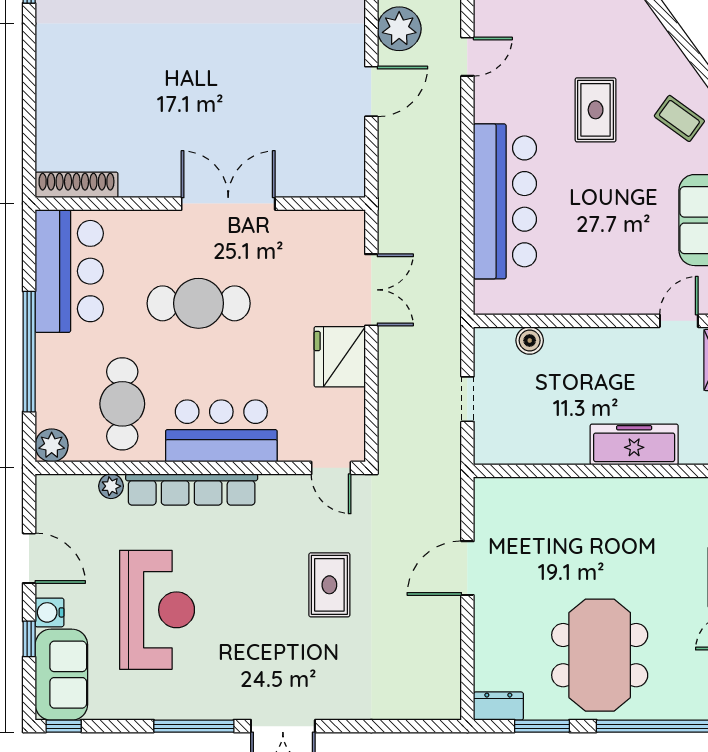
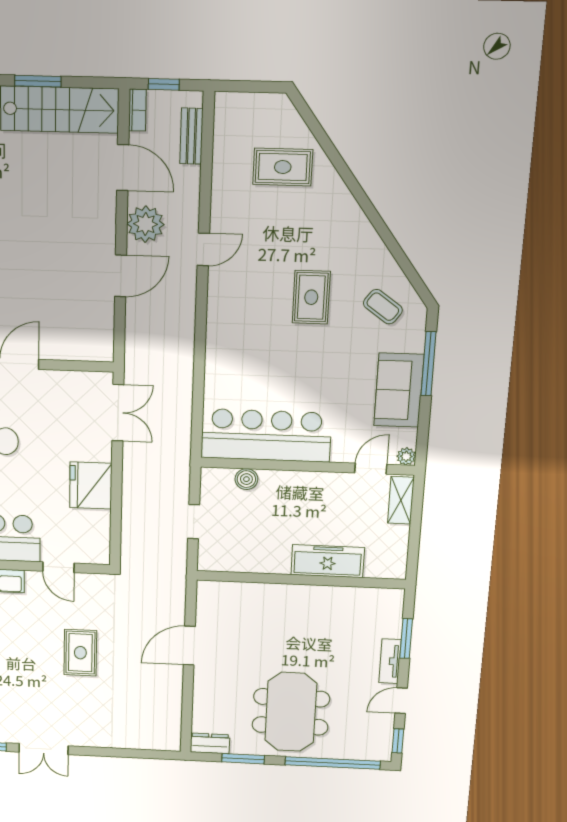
bar counter: (505, 201) -> (266, 435), moved, turned -90
double door: (371, 290) -> (118, 413), moved
door: (331, 468) -> (58, 567), moved

